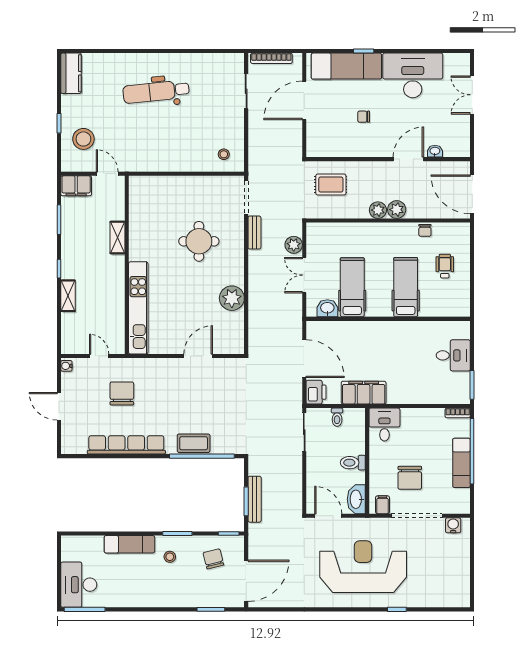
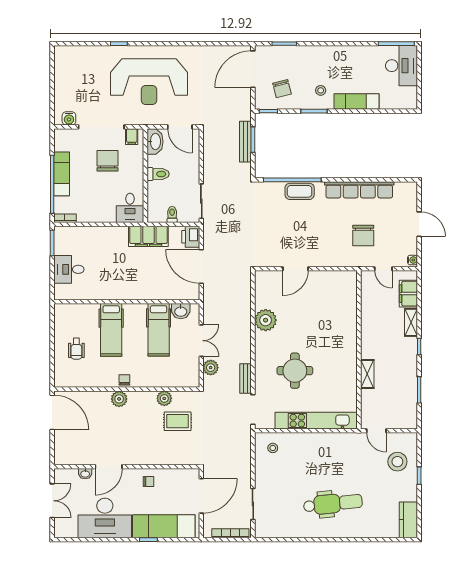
washbasin: (435, 151) -> (85, 474), moved
wall: (388, 159) -> (127, 467), moved
door: (408, 159) -> (109, 467), moved
filing cabinet: (76, 186) -> (408, 294), moved, turned -90
plant: (378, 210) -> (164, 398), moved
chair: (425, 230) -> (124, 380), moved
kitchen unit: (138, 308) -> (316, 421), moved, turned 90

